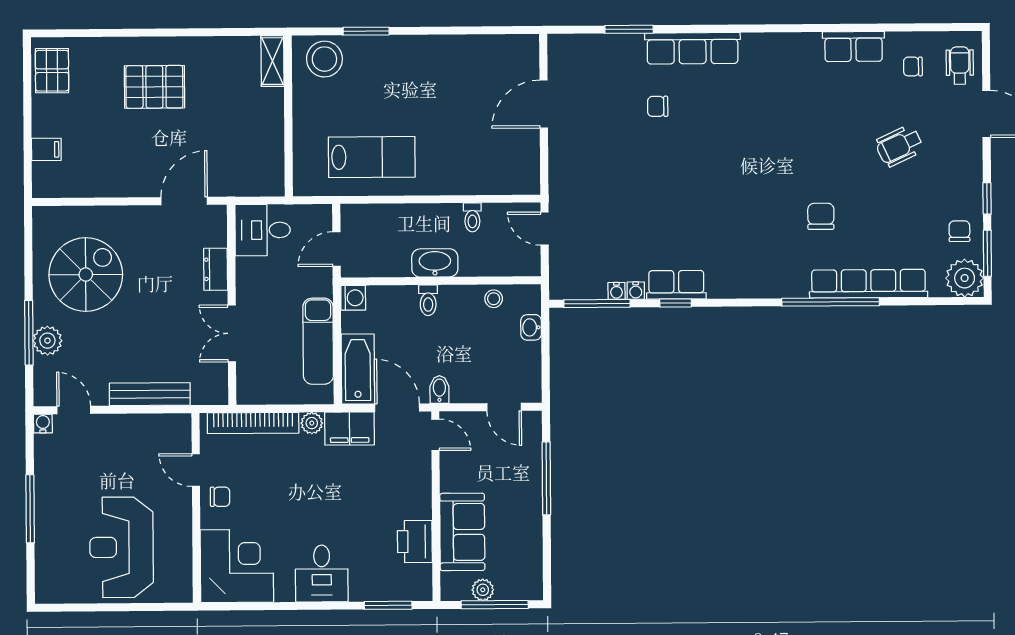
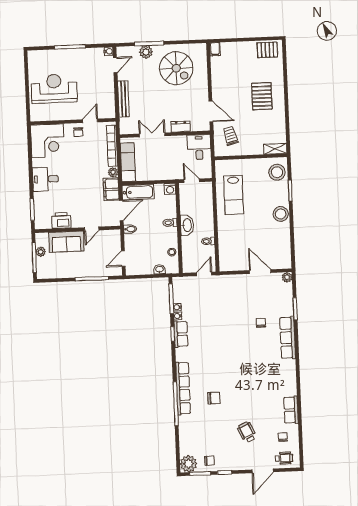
plant: (558, 45) -> (287, 277), added
stool: (417, 54) -> (281, 214), added
filing cabinet: (46, 149) -> (215, 49), moved
trolley: (240, 159) -> (230, 136), added
row of seats: (868, 284) -> (183, 388), moved
exam couch: (318, 341) -> (128, 162), moved, turned 90
door: (435, 435) -> (92, 229), moved

